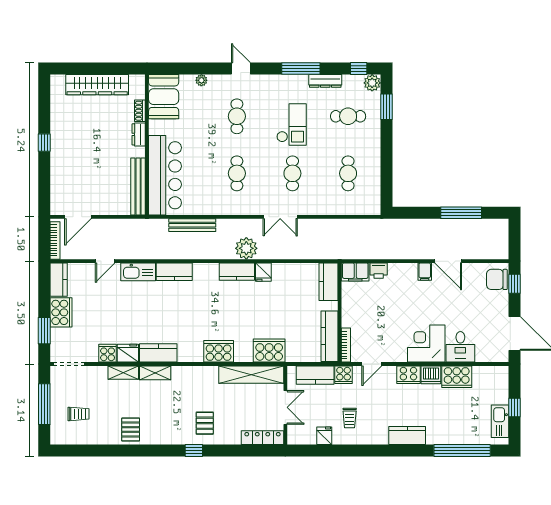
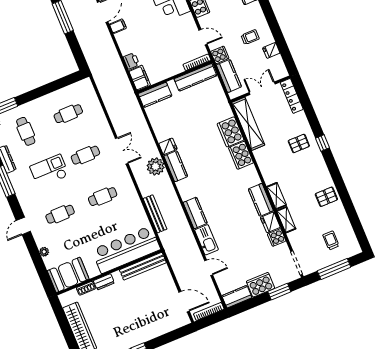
cooker: (269, 351) -> (231, 132), moved

